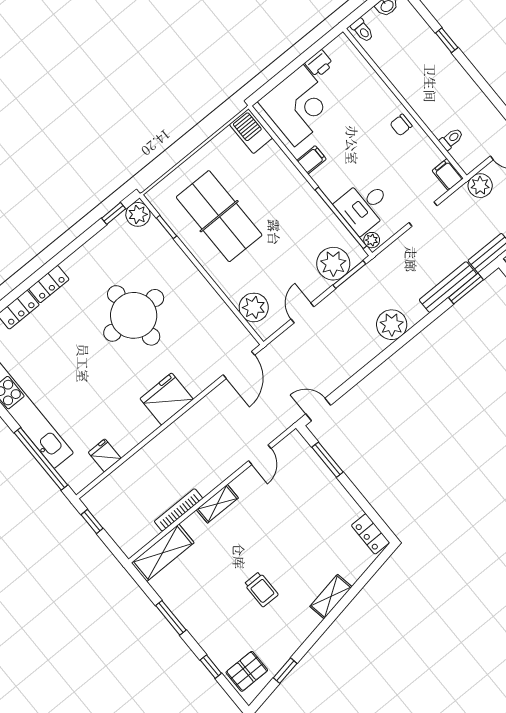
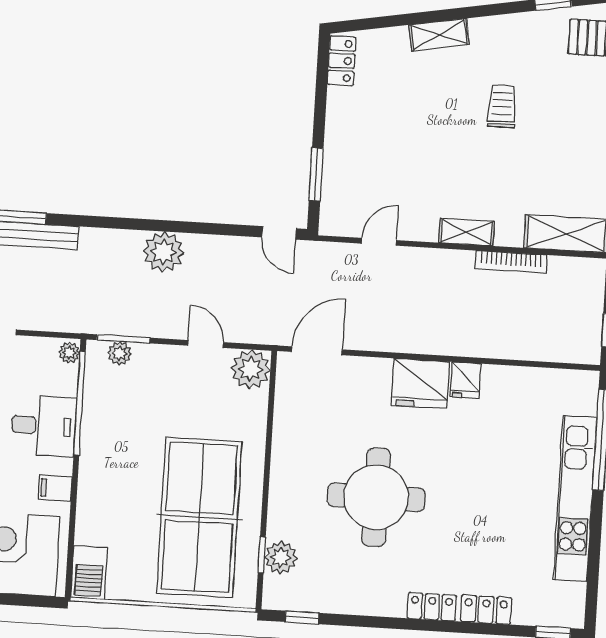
desk: (364, 206) -> (44, 426), moved
plant: (138, 214) -> (281, 558), moved
table tennis table: (219, 216) -> (199, 517), width x1.36, depth x1.32
plant: (333, 264) -> (119, 353), width x0.53, depth x0.53
plant: (254, 307) -> (251, 369), moved
door: (302, 313) -> (205, 344), swing flipped
plant: (392, 325) -> (164, 252), moved
fridge: (105, 455) -> (466, 380), moved

